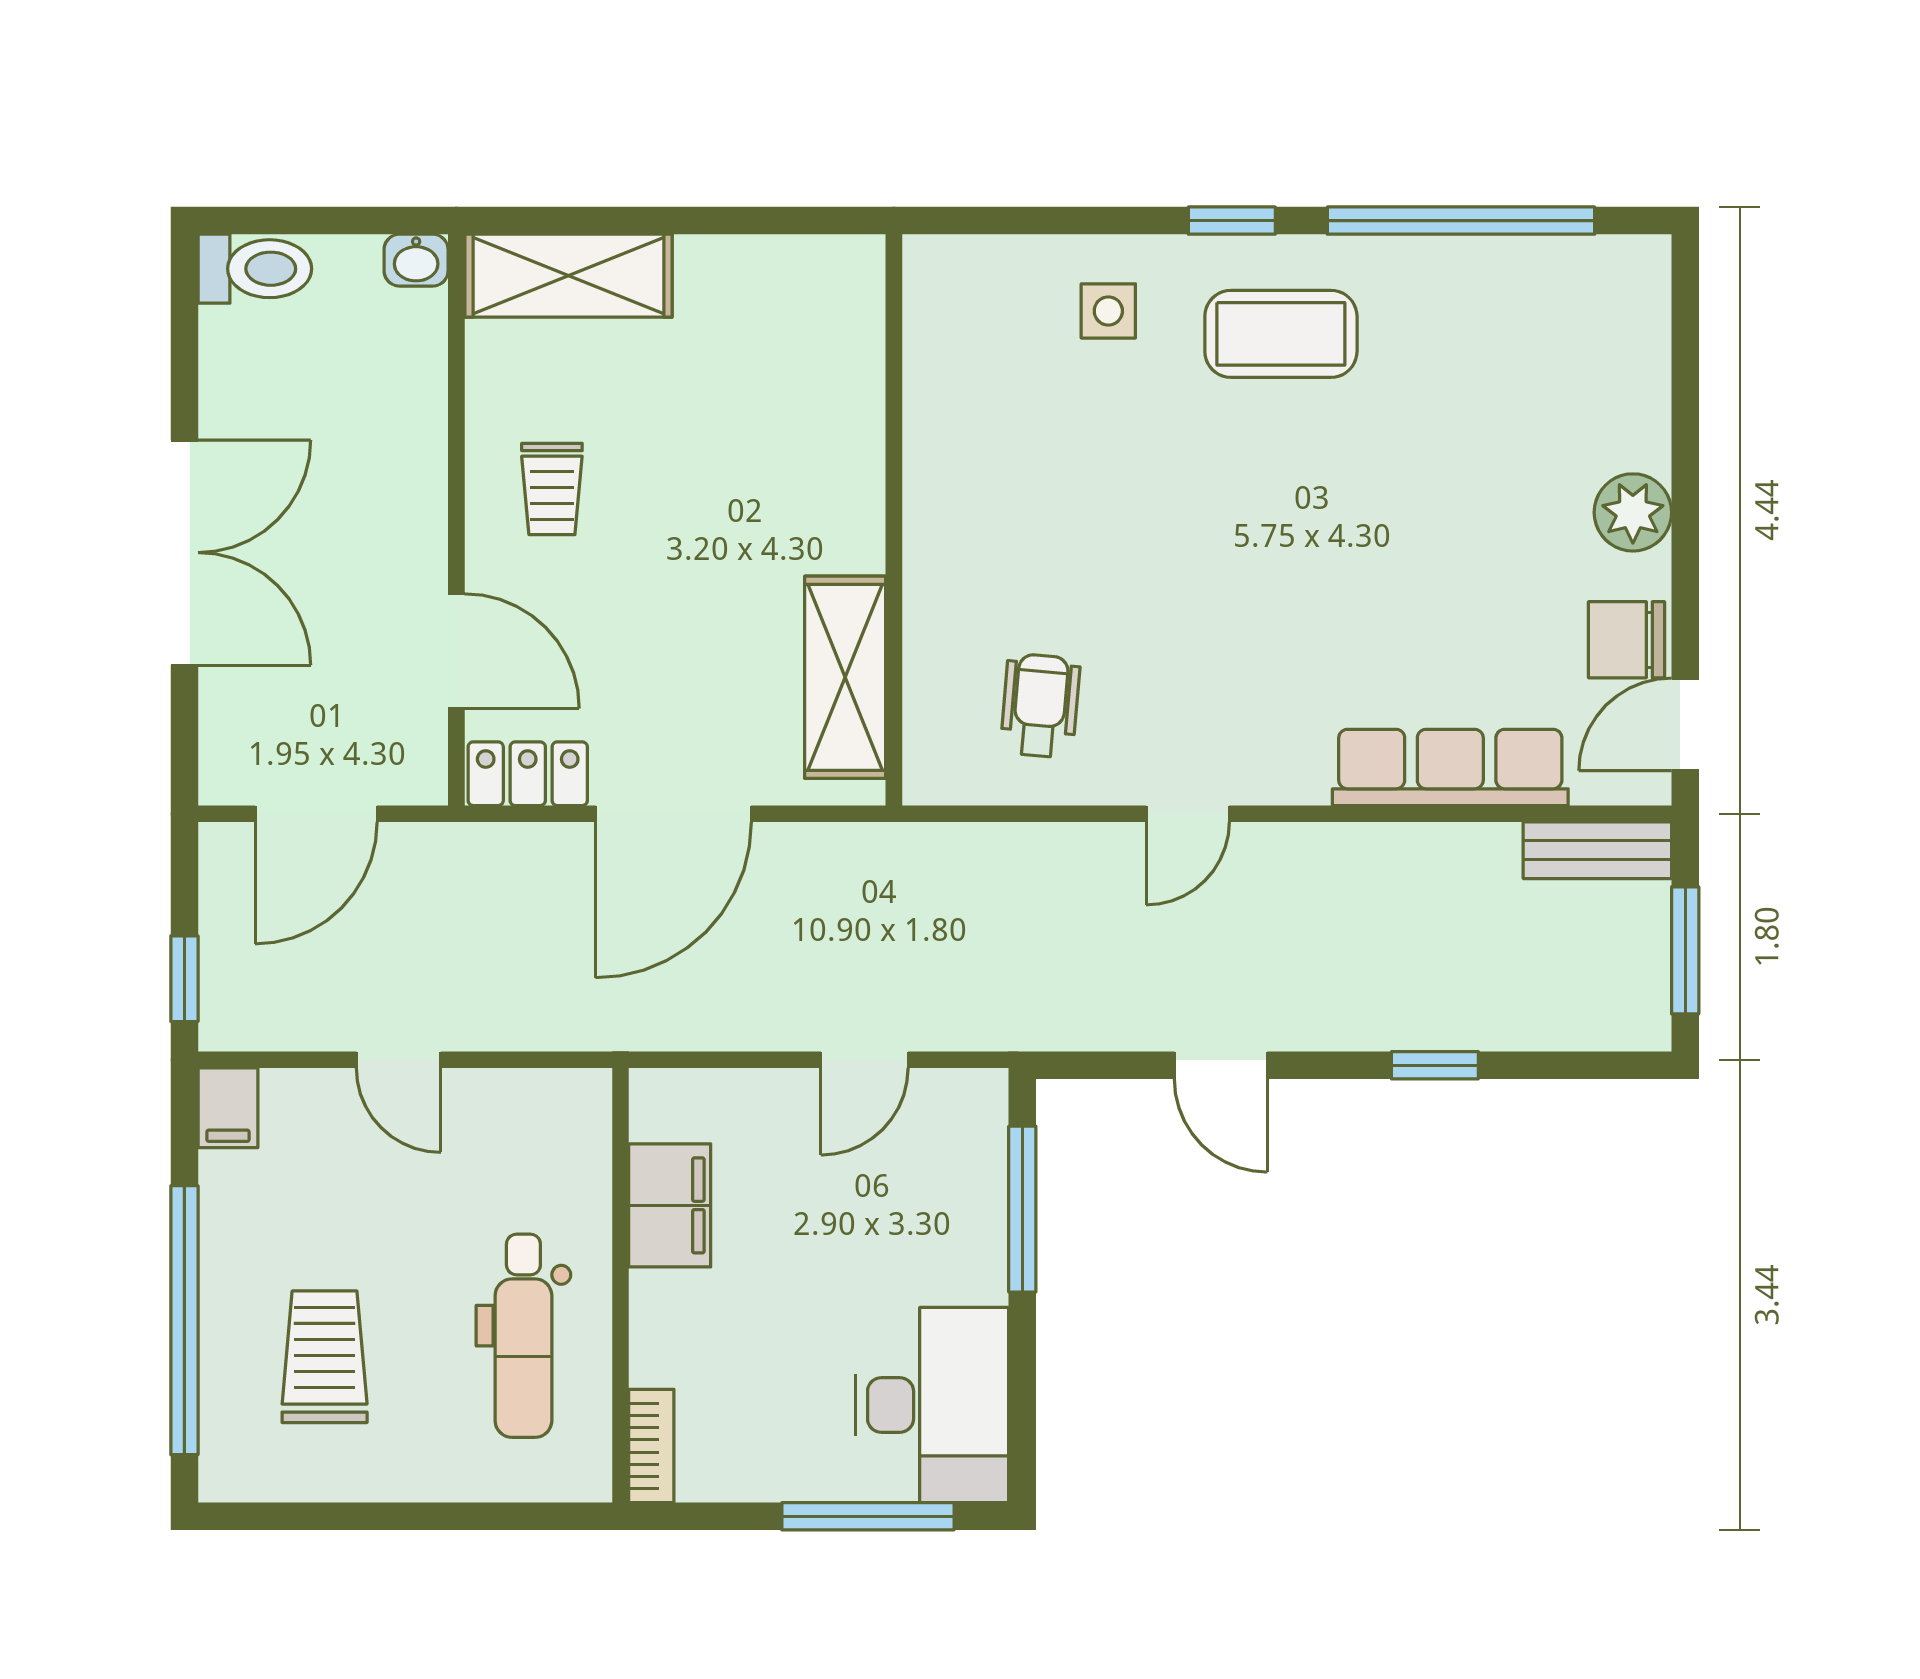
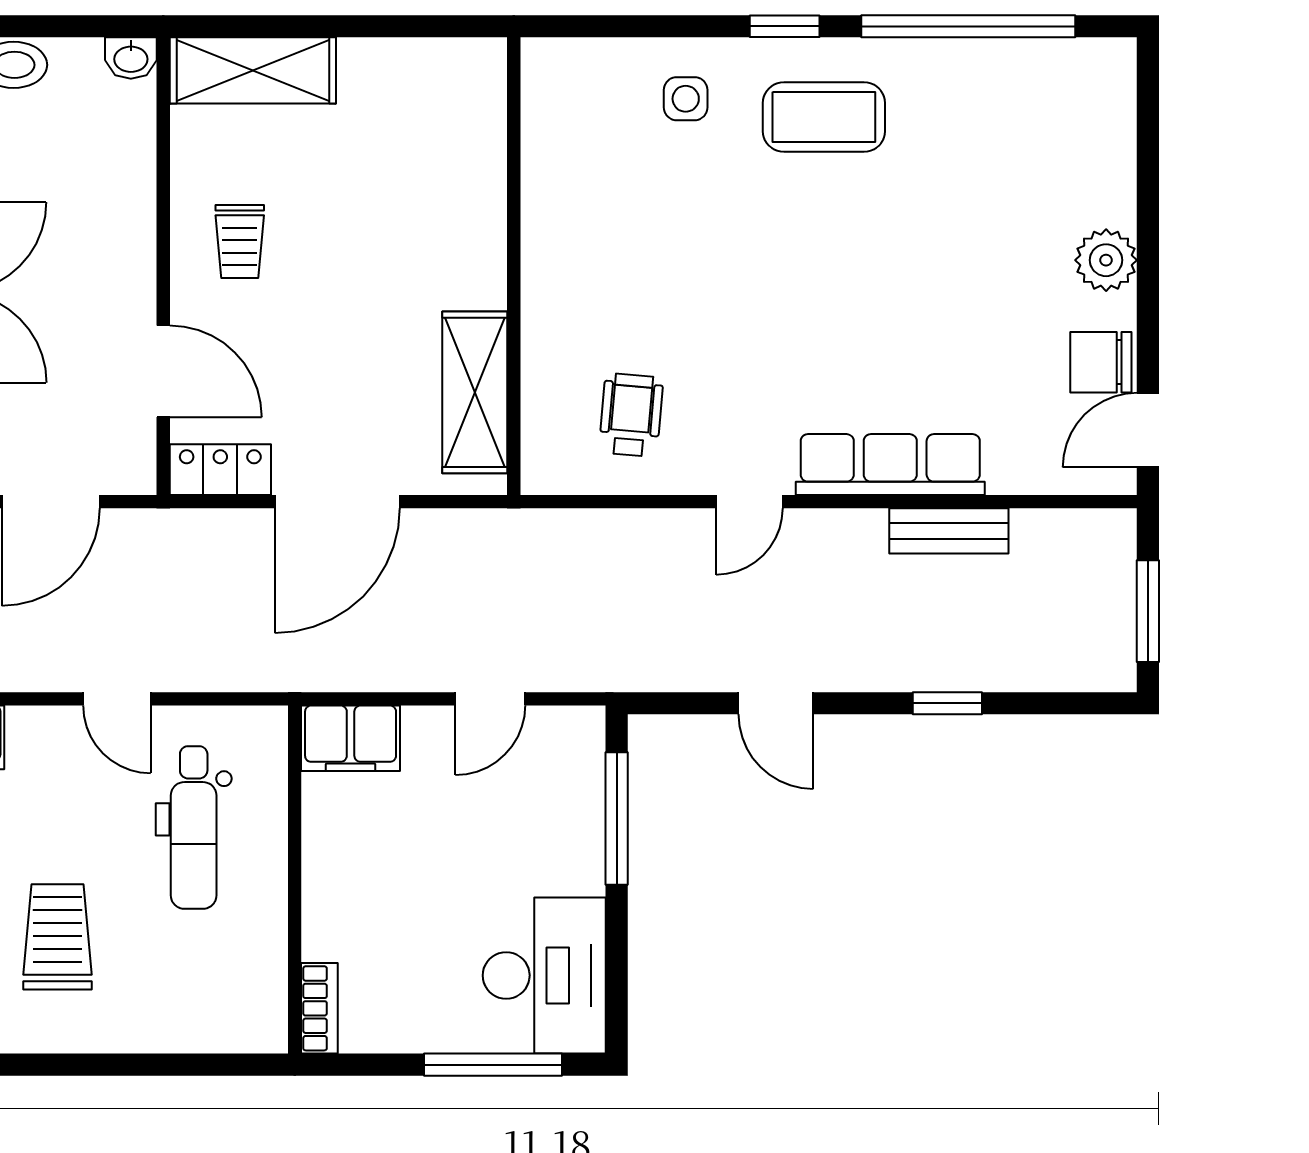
row of seats: (1450, 767) -> (890, 465), moved
bench: (1597, 850) -> (949, 531), moved
filing cabinet: (670, 1205) -> (351, 738), moved, turned 90
dental chair: (523, 1336) -> (194, 828), moved

